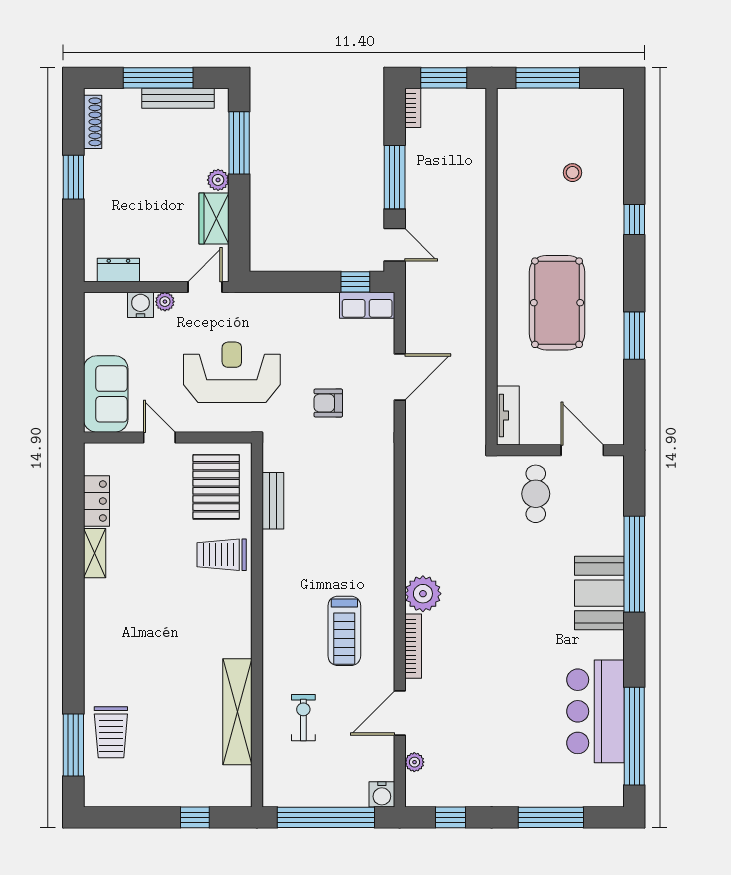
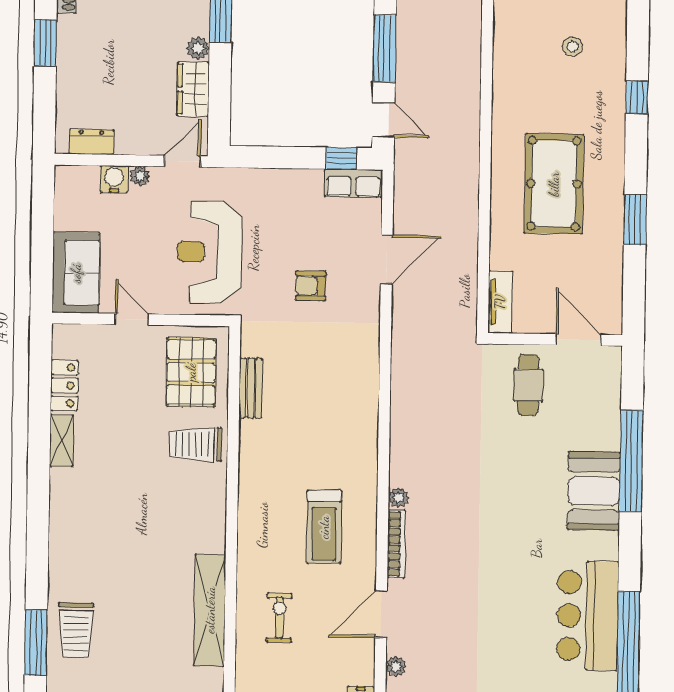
reception desk: (232, 372) -> (209, 252), turned -90
plant: (423, 594) -> (398, 497), width x0.53, depth x0.53

